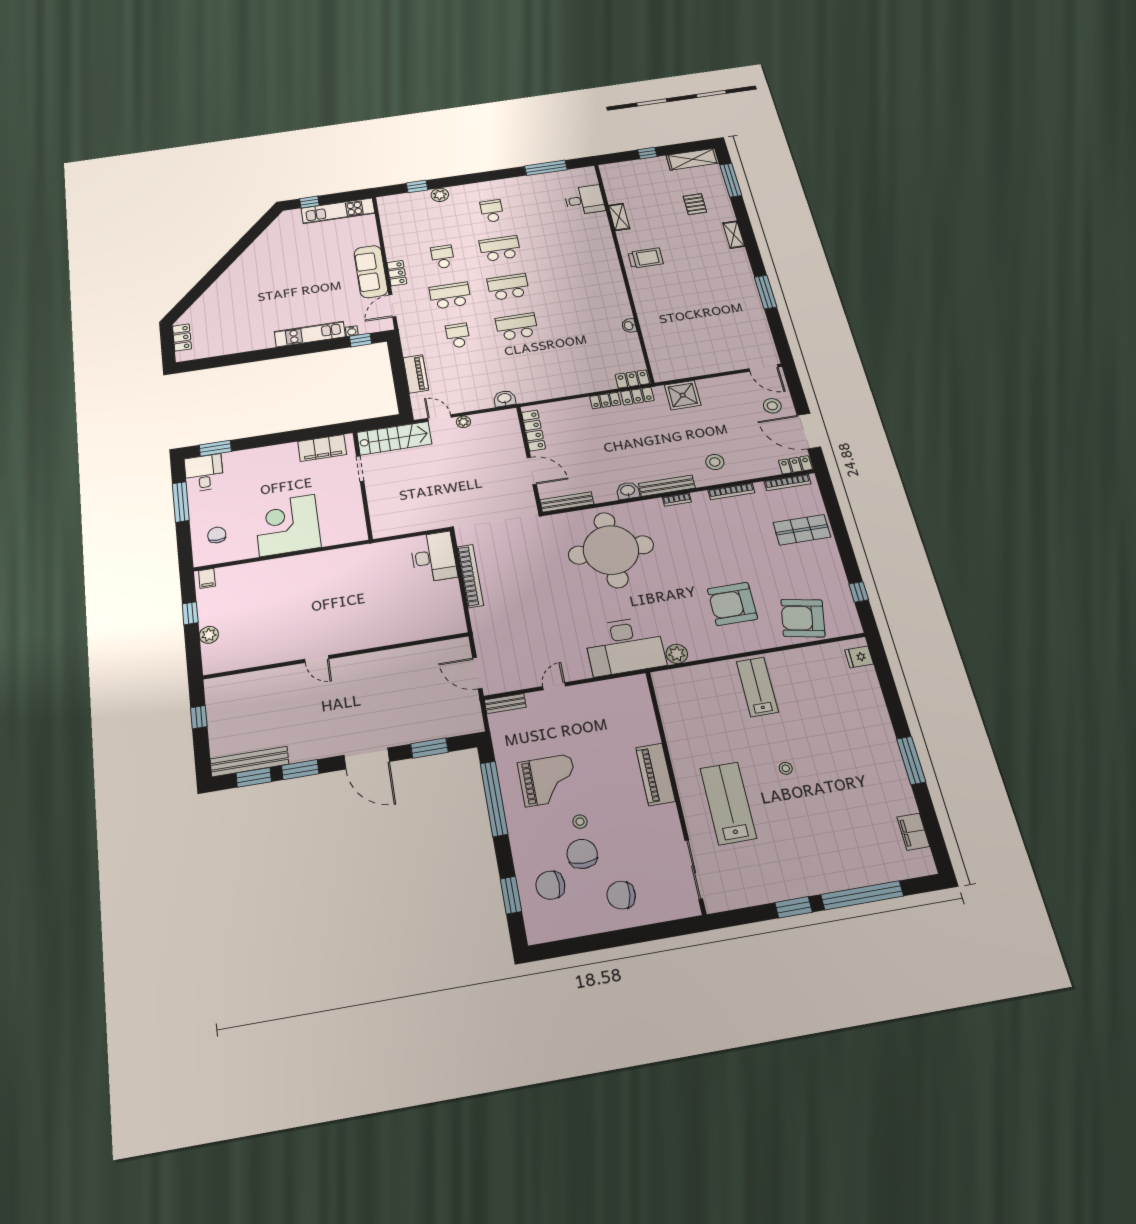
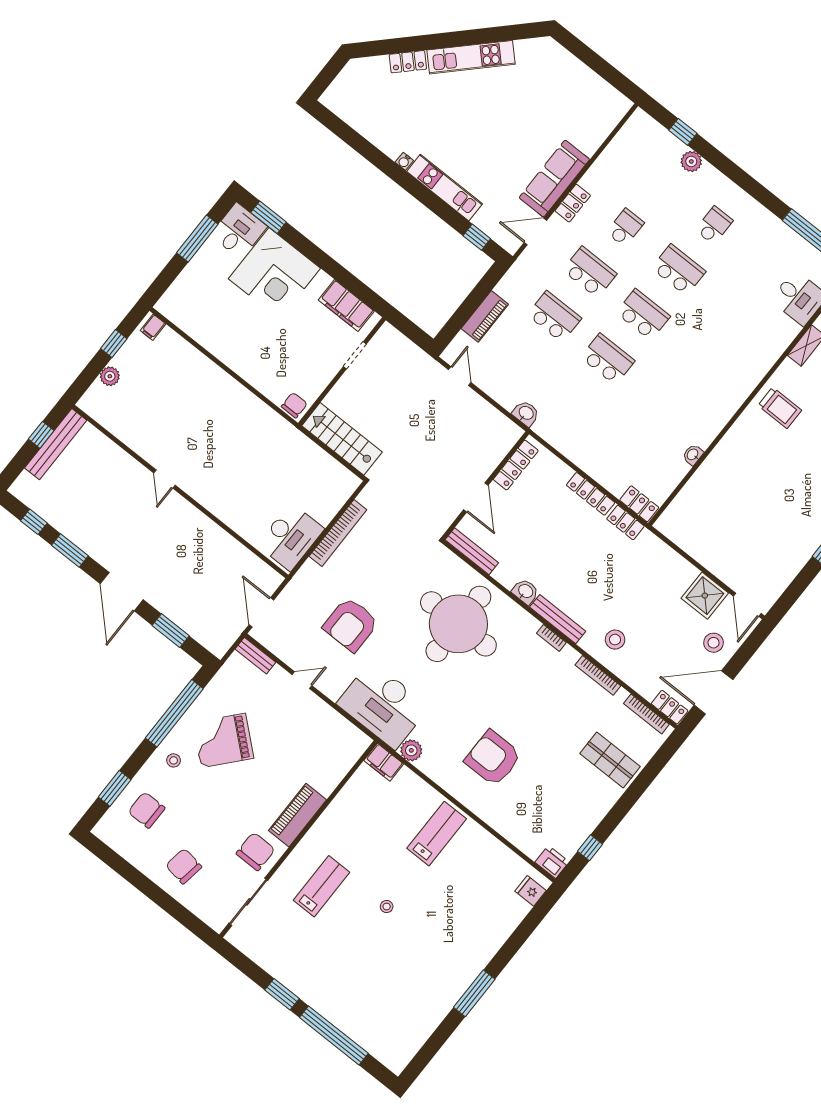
window: (309, 202) -> (580, 50), removed
kitchen unit: (338, 211) -> (471, 57), moved, turned -45
water cooler: (352, 331) -> (404, 161), moved
school desk: (458, 336) -> (554, 317), width x1.85
locker: (182, 337) -> (408, 62), moved, turned 45
shower: (683, 395) -> (705, 596), moved
locker: (605, 401) -> (591, 494), width x1.53
plant: (463, 422) -> (473, 400), removed
door: (809, 431) -> (713, 692), hinge flipped
stairs: (394, 438) -> (342, 439), moved, turned 180
corner desk: (287, 525) -> (274, 274), moved, turned 180
chair: (217, 535) -> (294, 405), moved
desk: (433, 557) -> (291, 537), moved
armchair: (803, 618) -> (351, 624), moved, turned -101
printer: (848, 625) -> (552, 862), added
bench: (249, 762) -> (56, 444), moved, turned 90
window: (254, 777) -> (34, 522), width x0.67
grand piano: (548, 780) -> (223, 740), turned 131
lab bench: (728, 803) -> (321, 886), width x0.73, depth x0.72
stool: (580, 822) -> (174, 760), moved
filing cabinet: (913, 832) -> (384, 762), moved, turned -90
chair: (582, 854) -> (256, 851), moved

